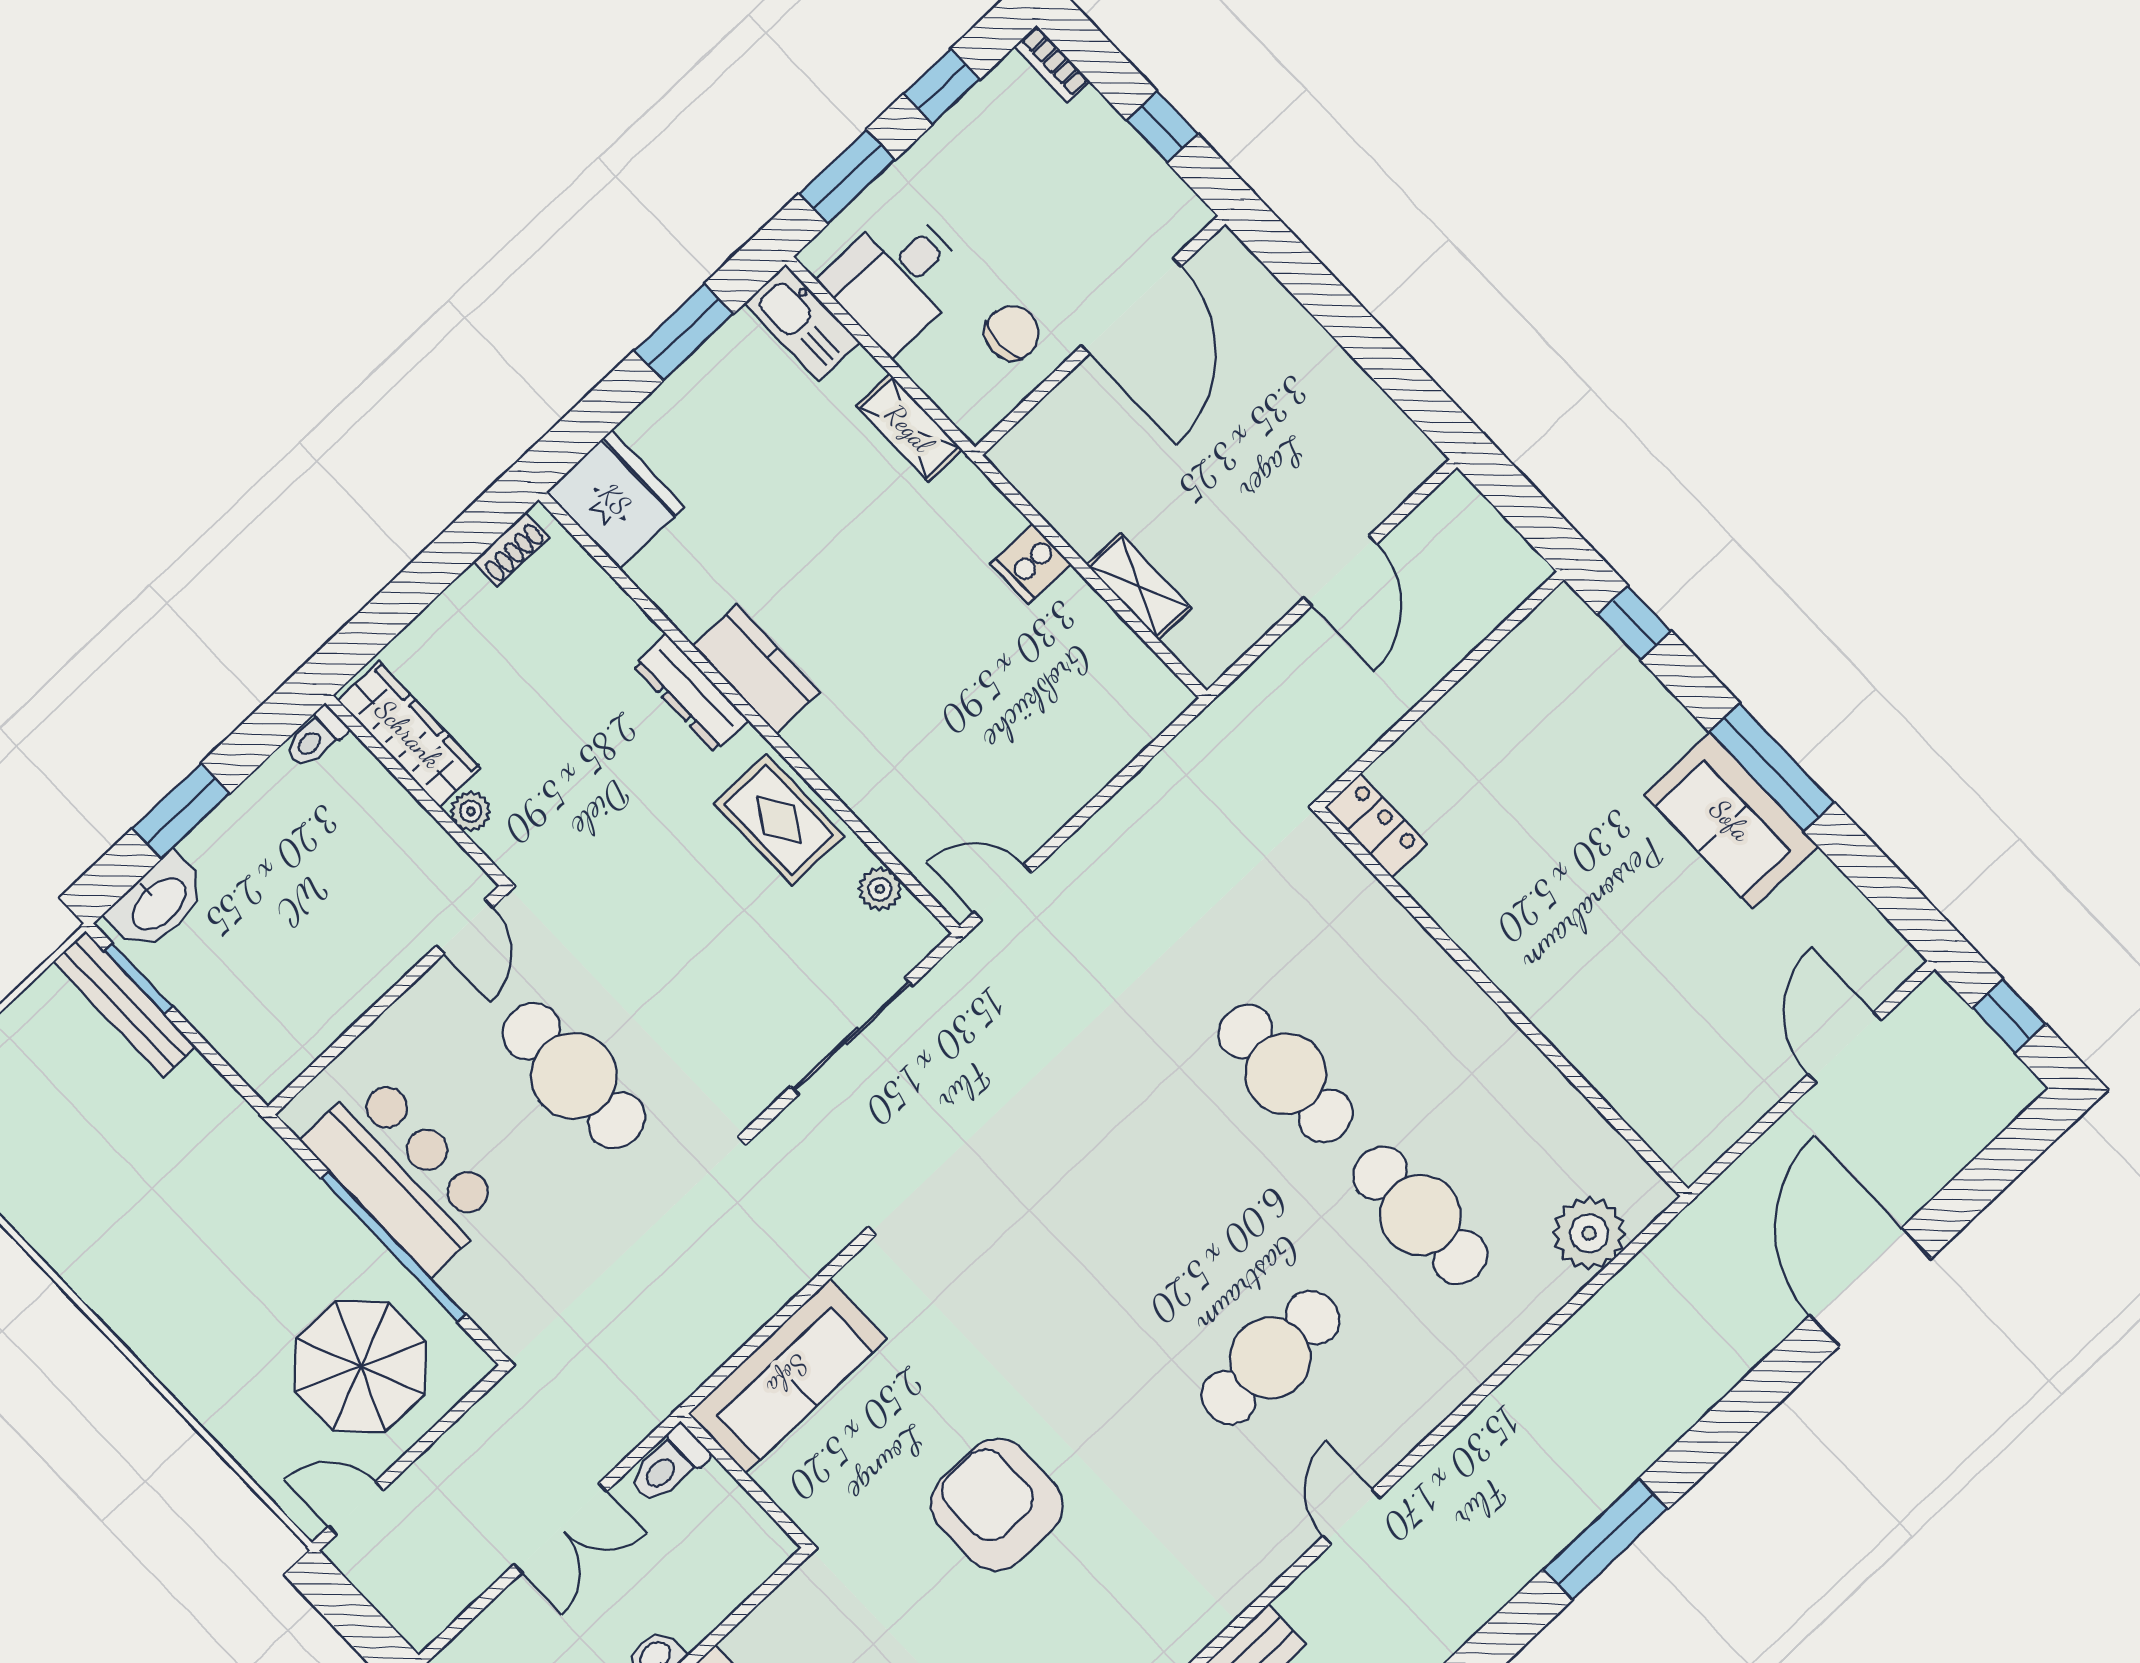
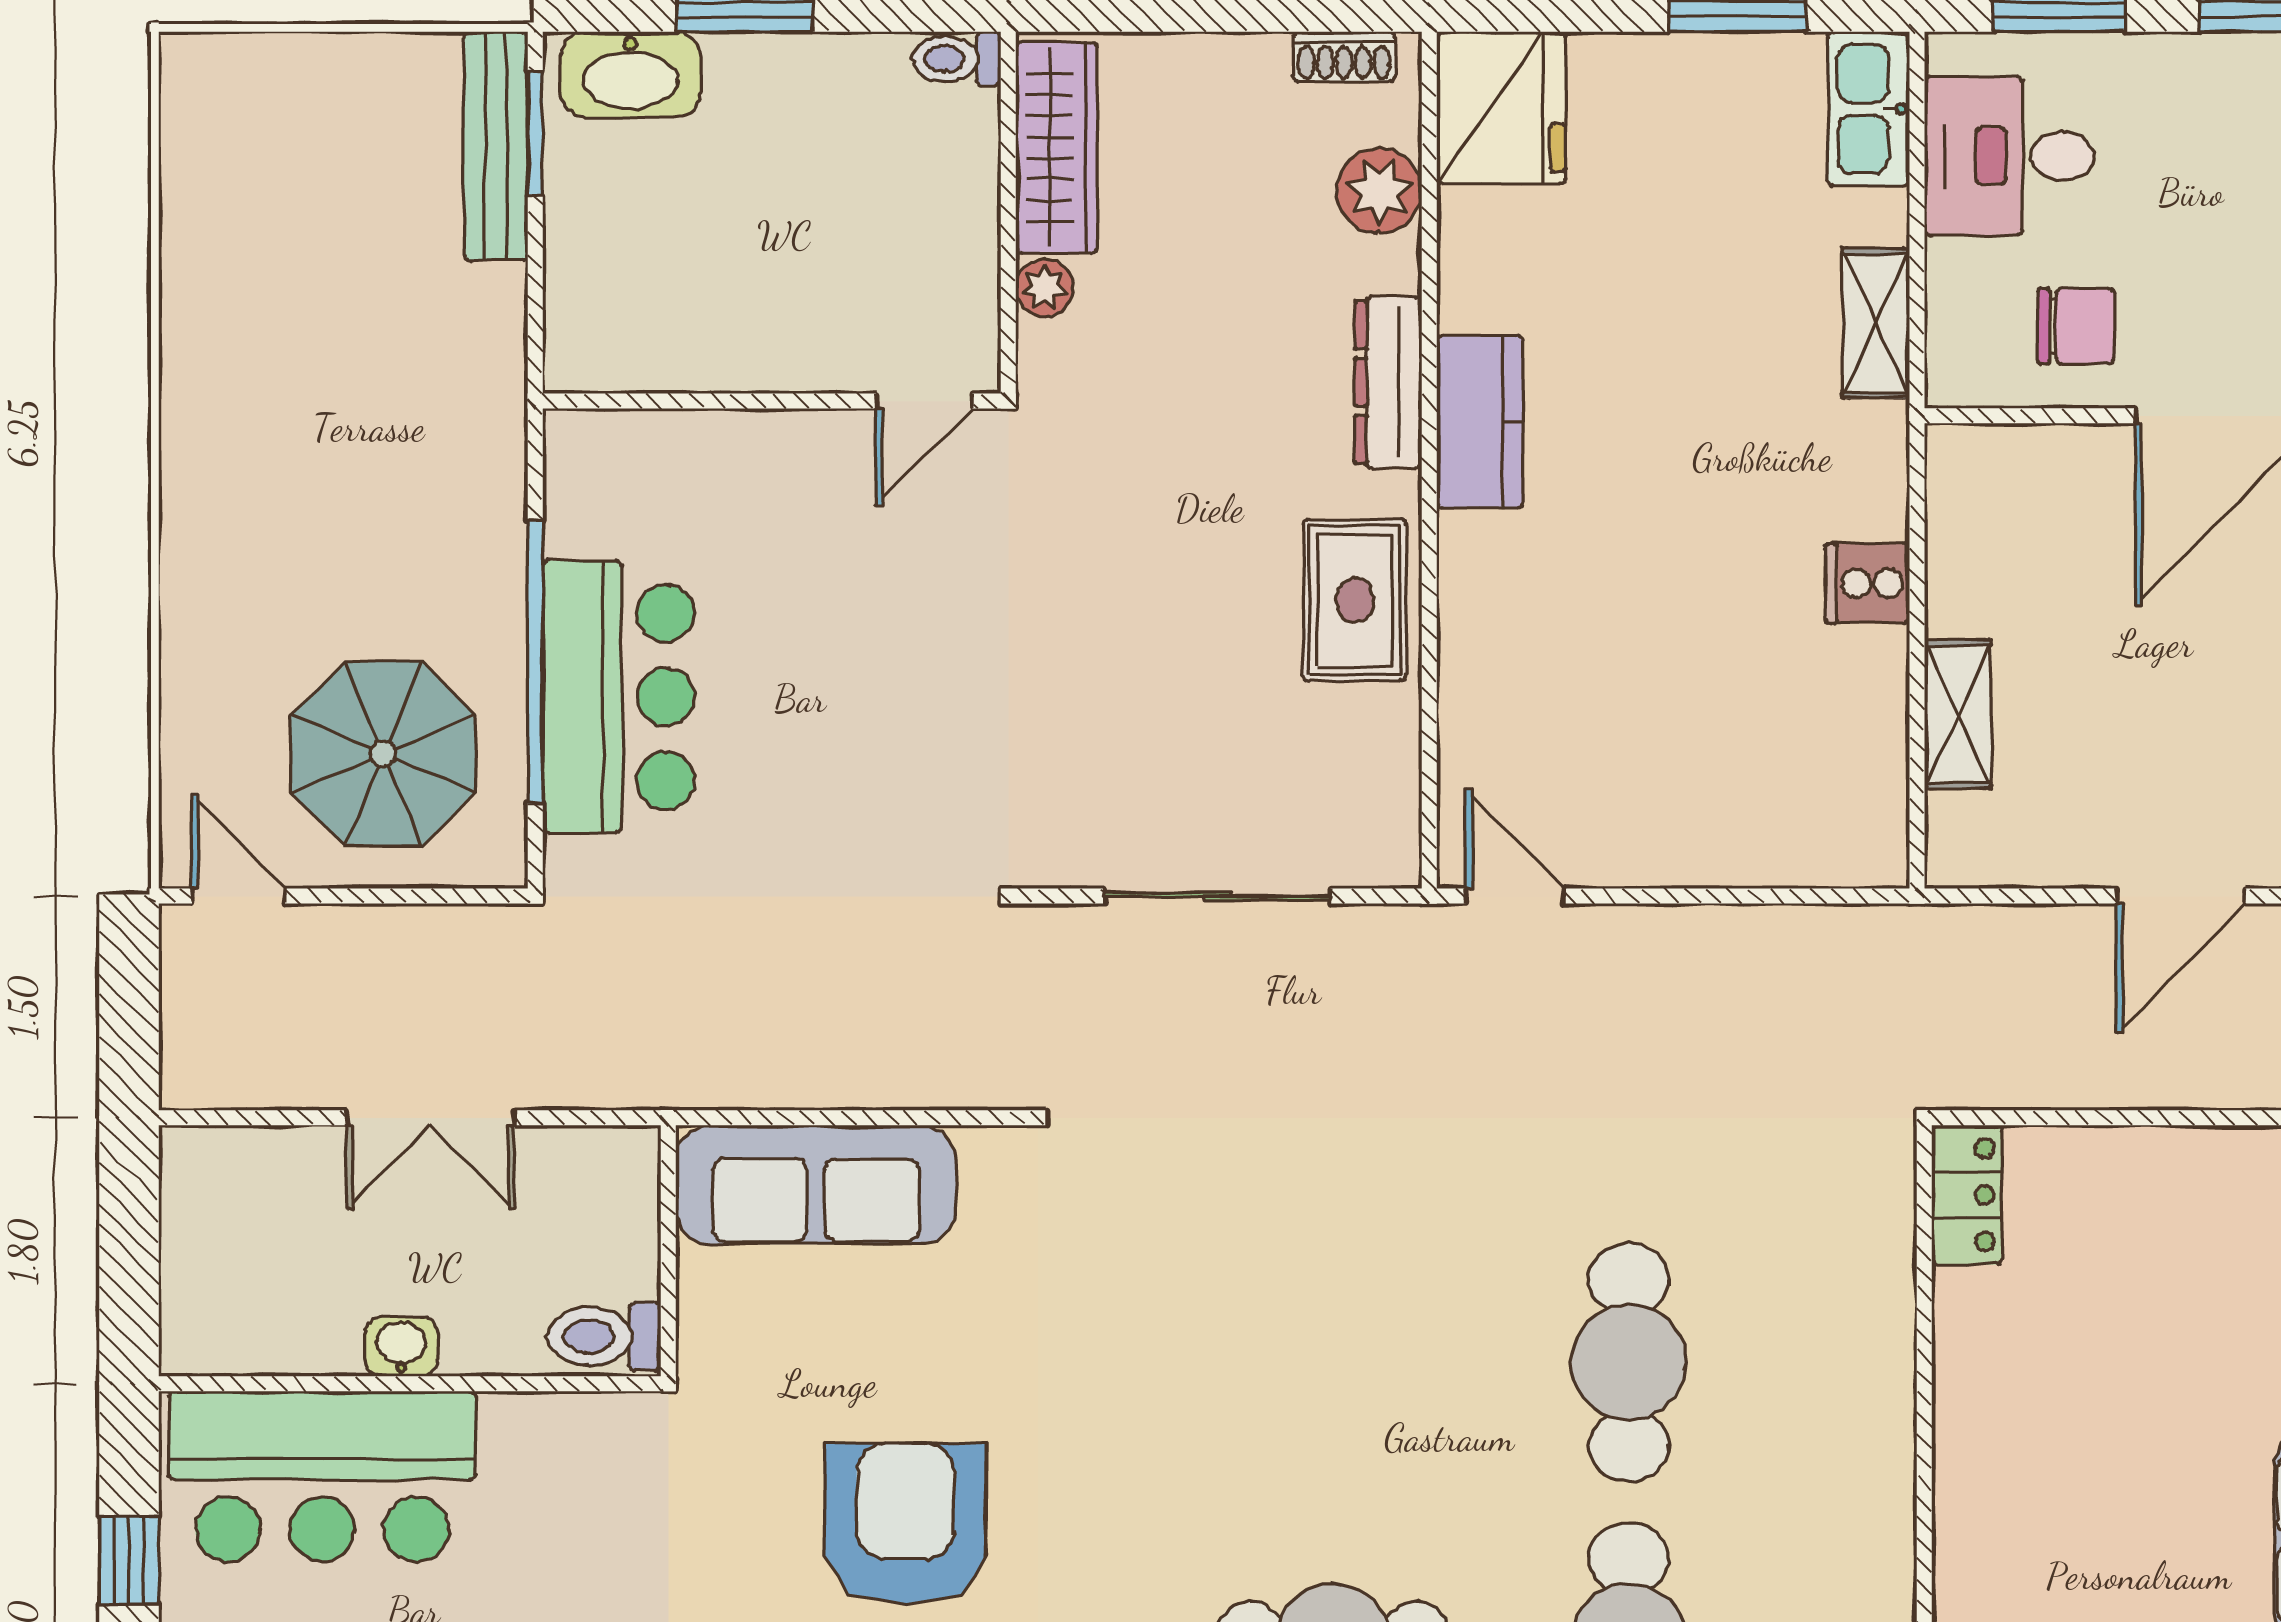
plant: (880, 889) -> (1379, 191), moved, width x1.38, depth x1.38
cafe table: (574, 1076) -> (890, 663), removed
bar counter: (403, 1172) -> (619, 697), moved
toilet: (668, 1465) -> (604, 1337), moved

